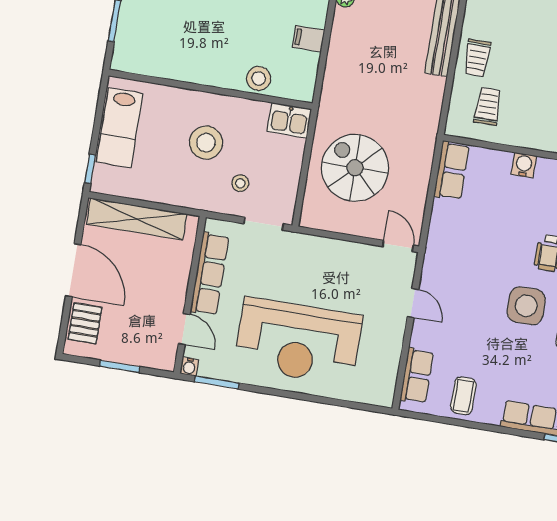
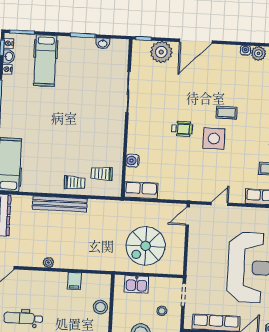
kitchen sink: (289, 120) -> (136, 284), moved, turned 90
water cooler: (524, 165) -> (133, 161), moved

